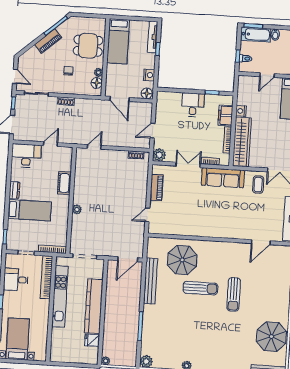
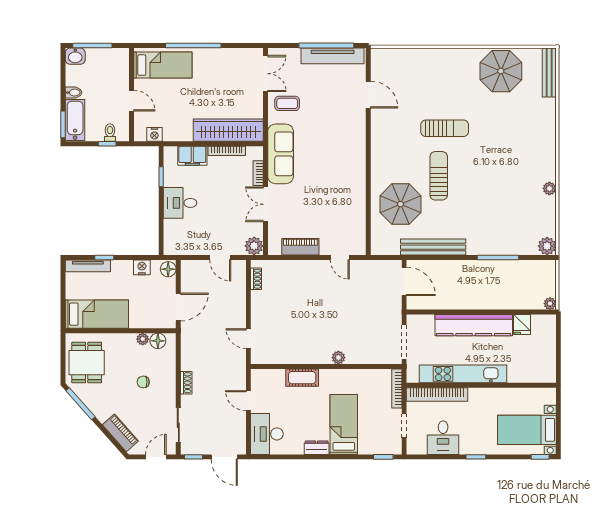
piano: (48, 41) -> (120, 433), moved
dining table: (88, 46) -> (87, 363), moved
nightstand: (241, 111) -> (154, 134), moved

